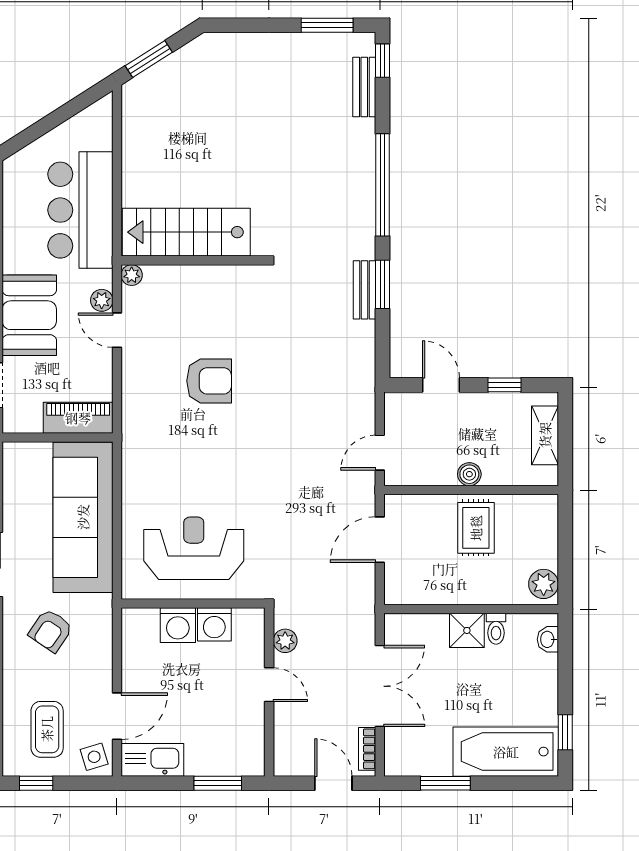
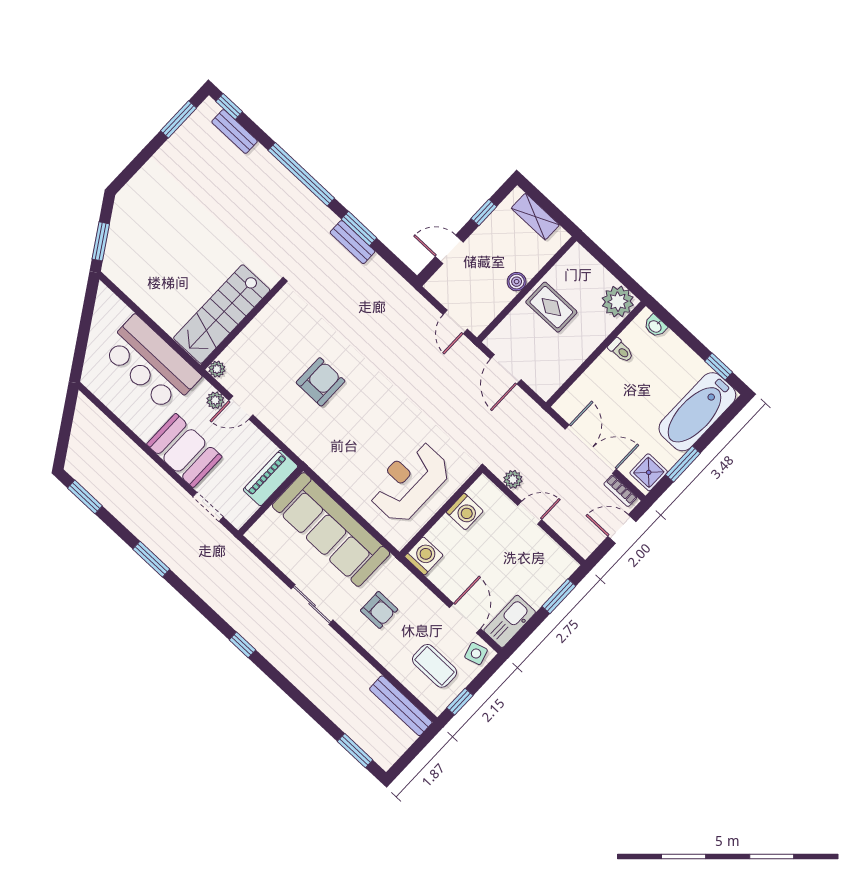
plant: (544, 584) -> (618, 302), width x1.36, depth x1.36
washing machine: (178, 625) -> (424, 556), moved, turned -90
shower: (467, 630) -> (649, 472), moved
armchair: (51, 631) -> (379, 610), turned -34

